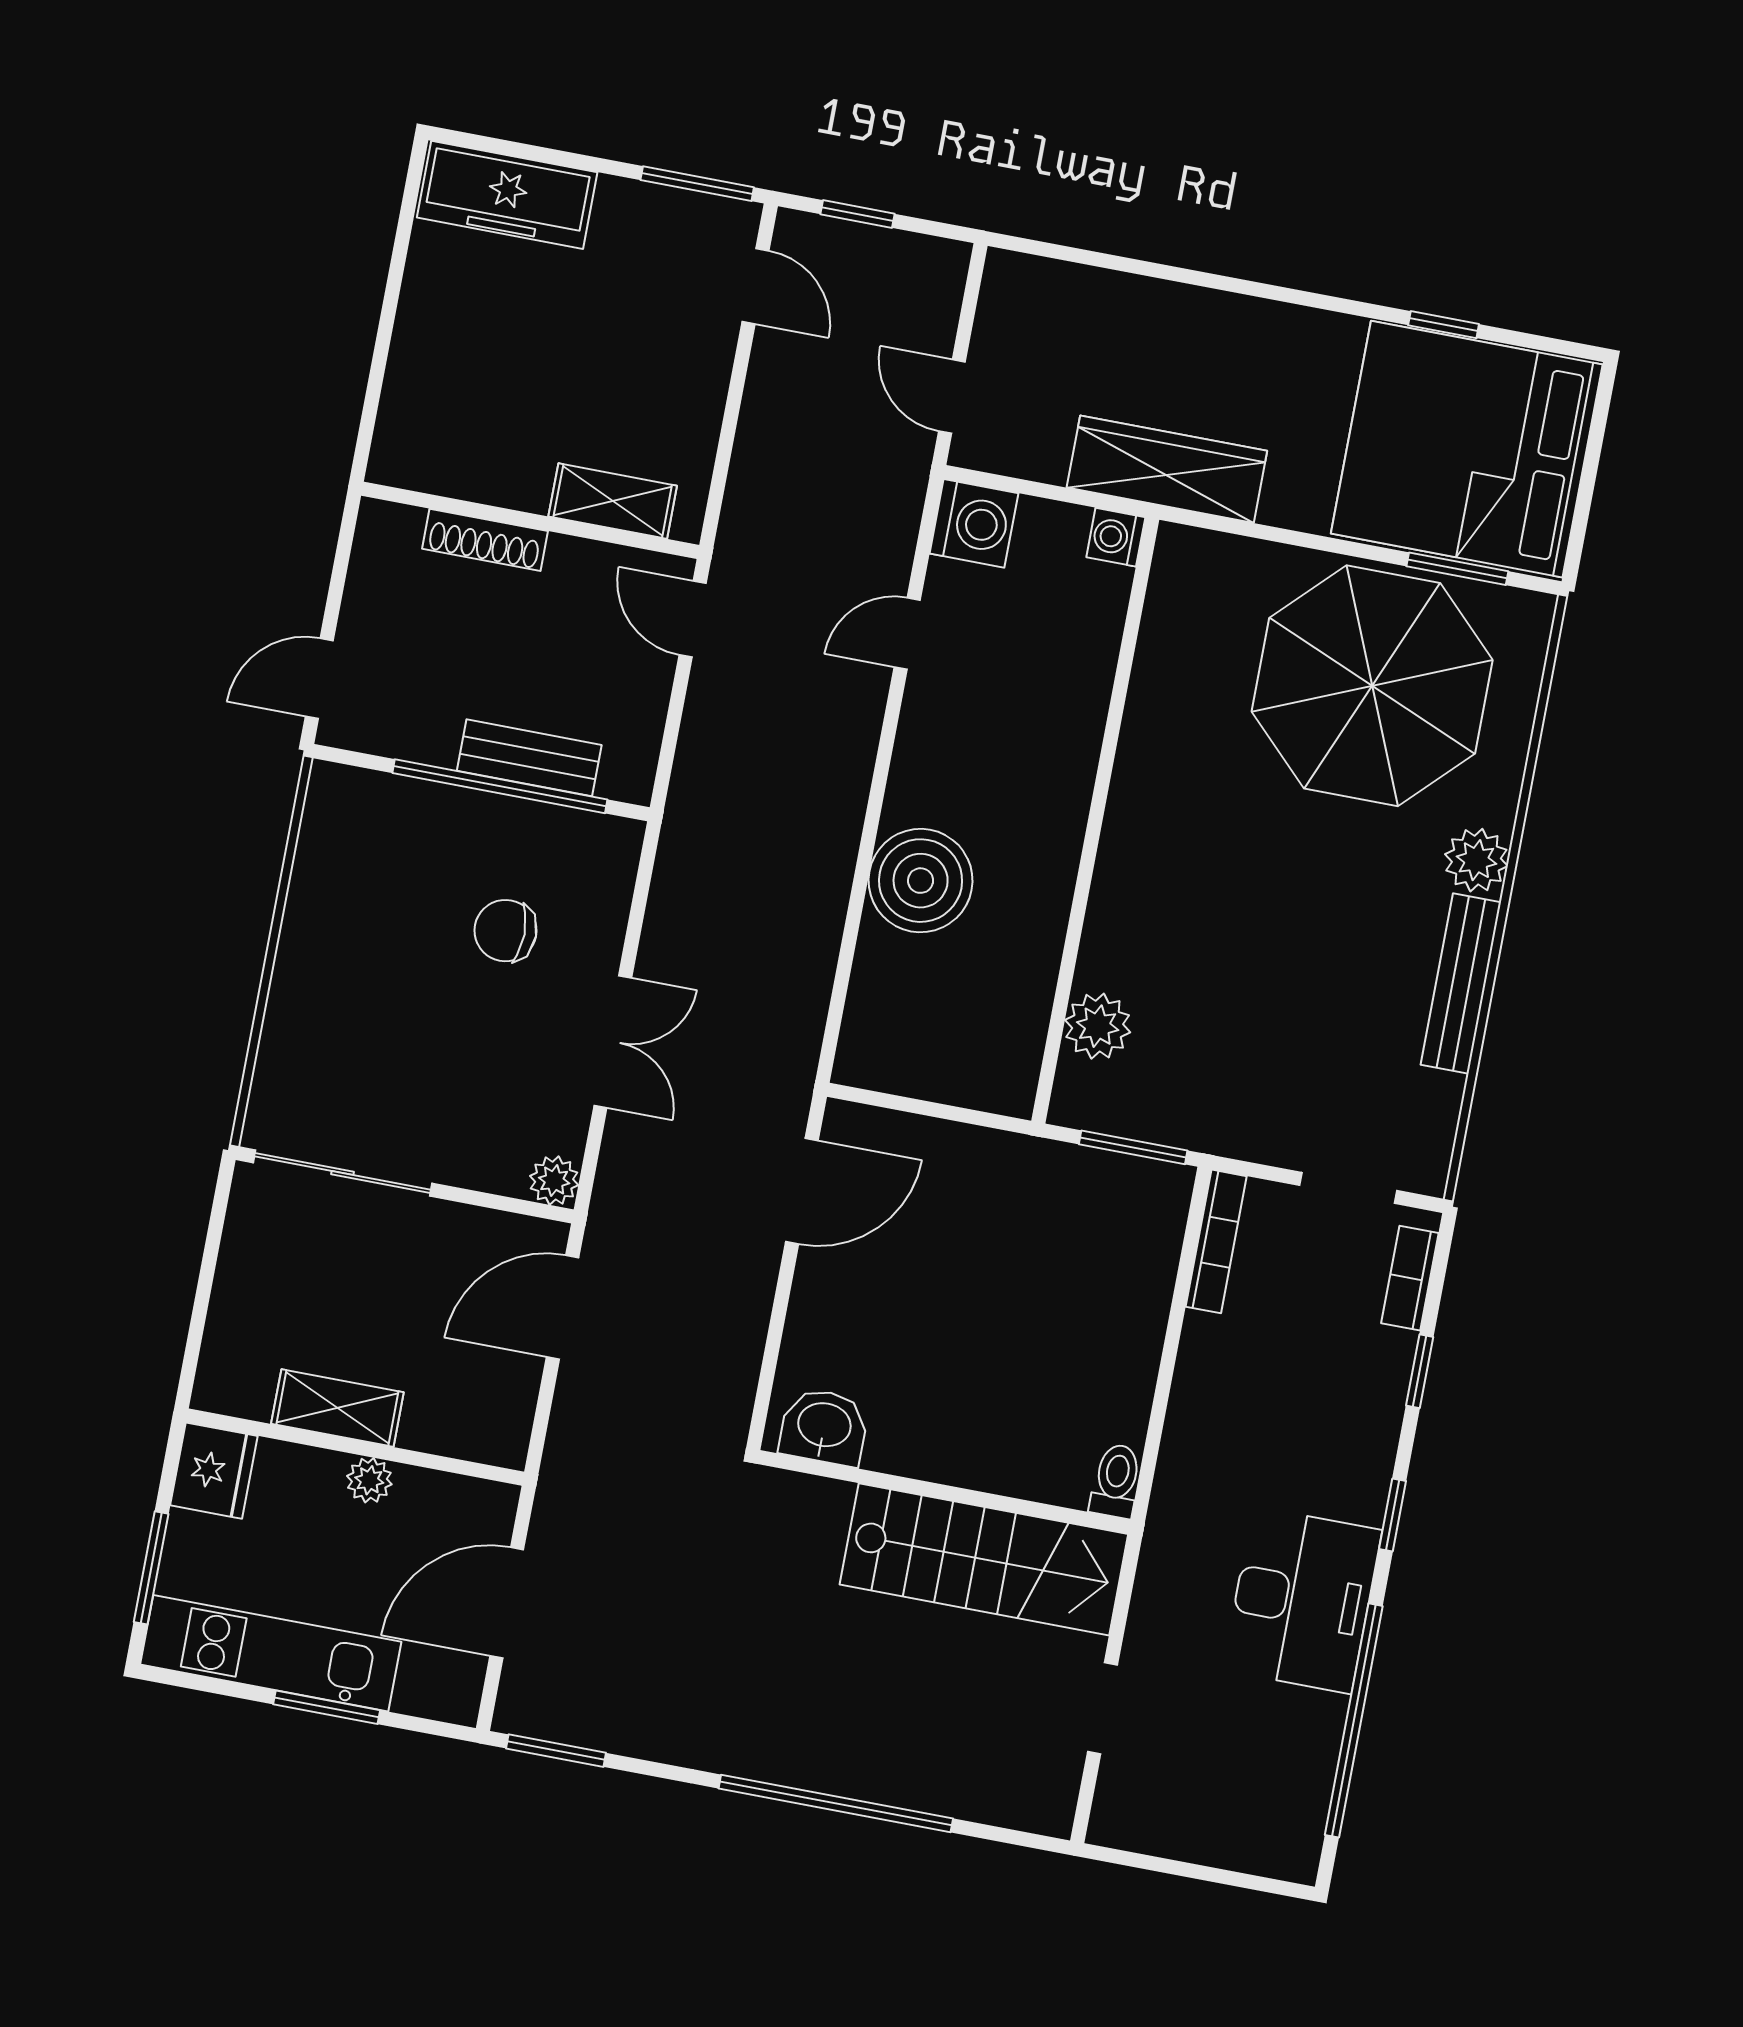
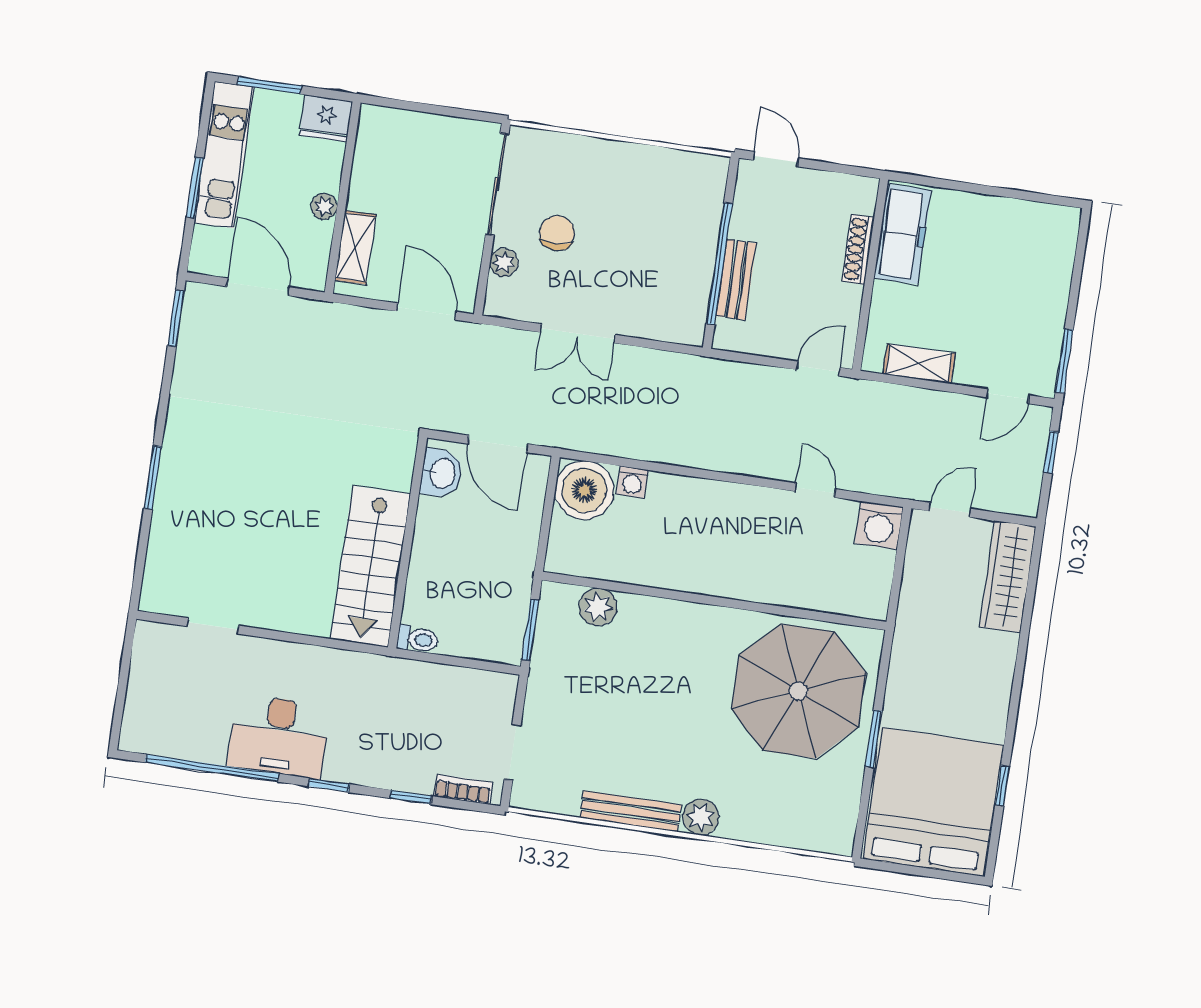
freezer: (507, 195) -> (903, 234), moved, turned 180
wardrobe: (1167, 469) -> (1008, 577), moved, turned 180
shelving: (613, 501) -> (919, 364), moved, turned 90
washing machine: (1116, 537) -> (632, 482), moved, turned 180
window: (1457, 569) -> (874, 739), moved
parasol: (1372, 686) -> (799, 691), moved
boiler: (921, 881) -> (584, 490), moved
chair: (505, 931) -> (557, 233), moved
plant: (554, 1181) -> (504, 262), moved
bookcase: (1216, 1241) -> (479, 679), removed
shelving: (337, 1408) -> (355, 247), moved
washbasin: (824, 1427) -> (442, 473), moved
toilet: (1116, 1481) -> (418, 639), moved
wall: (944, 1492) -> (408, 543), moved
stairs: (984, 1559) -> (370, 567), moved
window: (836, 1803) -> (153, 478), width x0.47

